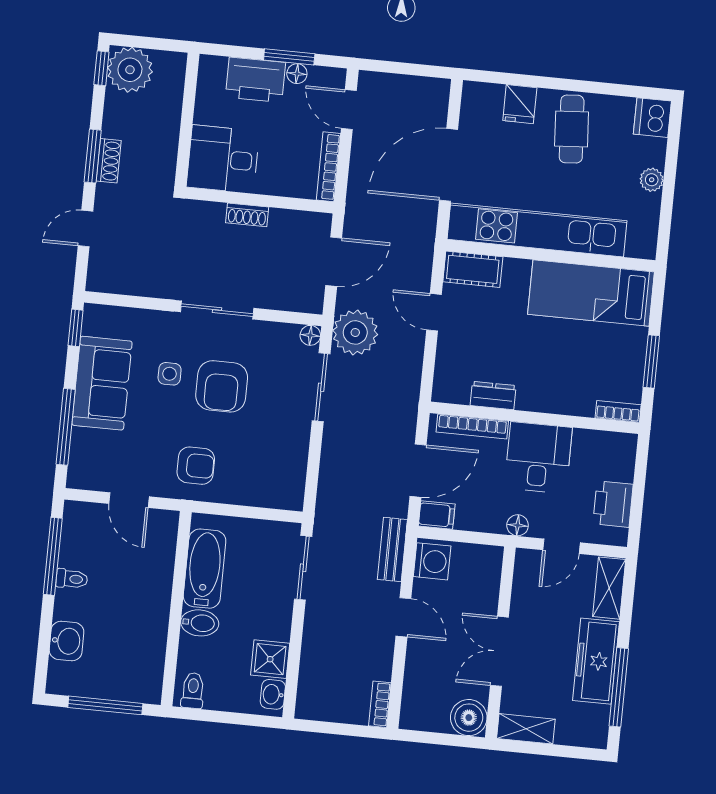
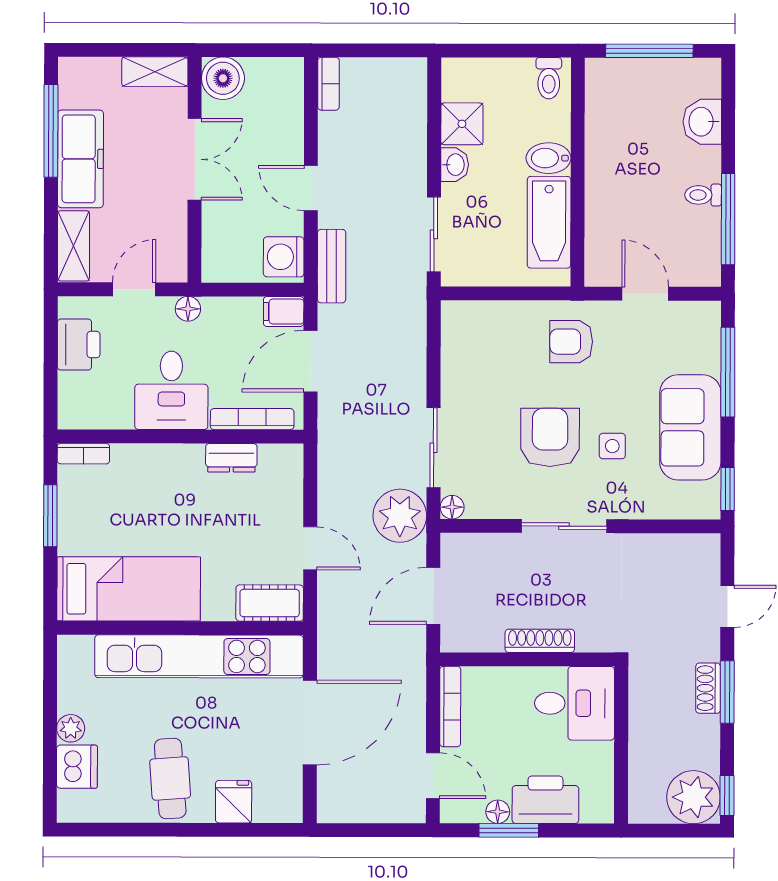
dishwasher: (652, 118) -> (77, 767), moved
shoe rack: (247, 215) -> (540, 641), width x1.43
washbasin: (273, 694) -> (455, 165), moved

